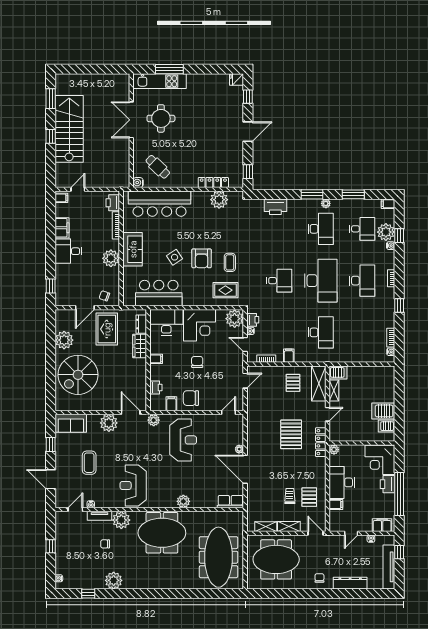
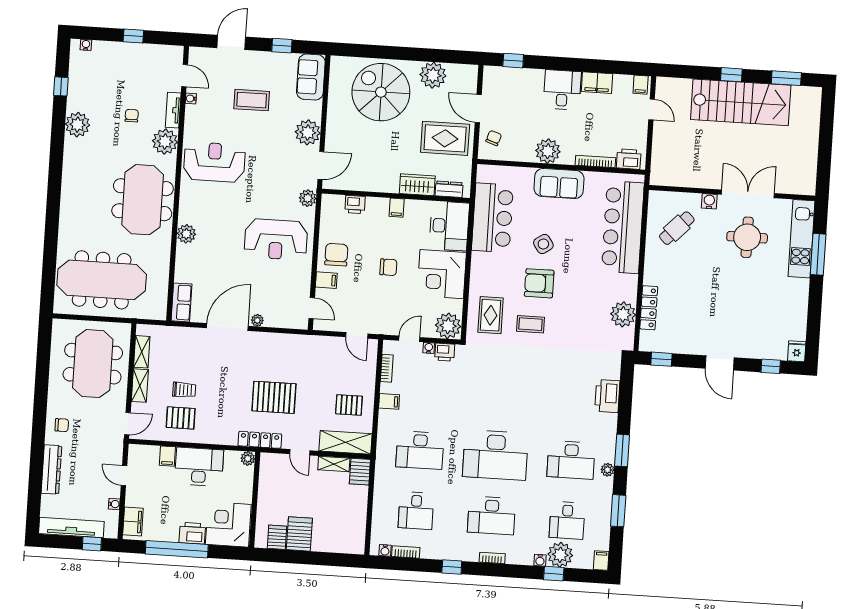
water cooler: (138, 183) -> (709, 201), moved
desk: (279, 281) -> (416, 511), moved
filing cabinet: (171, 404) -> (326, 280), moved

